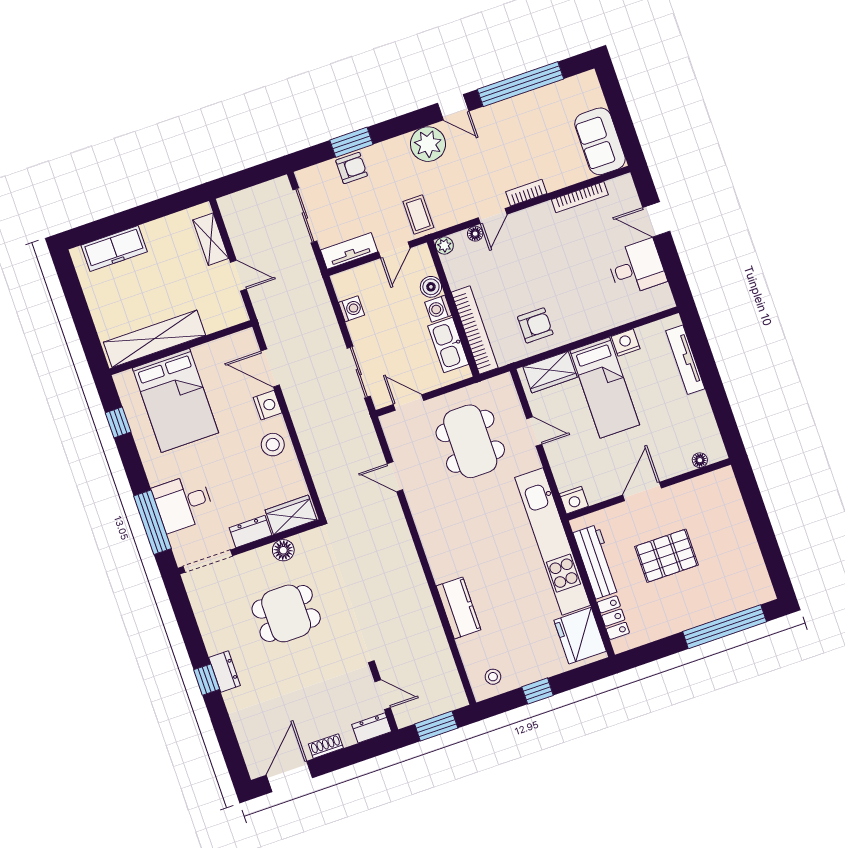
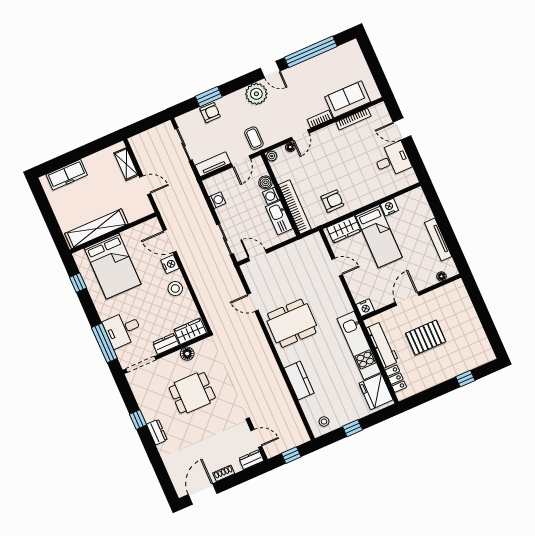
sofa: (600, 141) -> (348, 99), moved, turned 90
tv unit: (685, 360) -> (438, 240), moved
dining table: (470, 441) -> (292, 323), moved, turned 90
kitchen unit: (553, 541) -> (359, 346), width x0.73
window: (725, 627) -> (465, 379), width x0.32
window: (207, 680) -> (138, 420), moved
window: (436, 726) -> (291, 455), width x0.67

